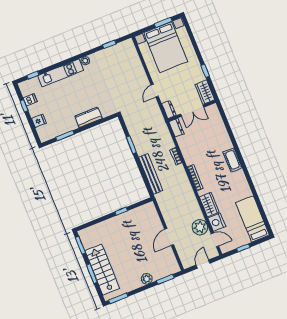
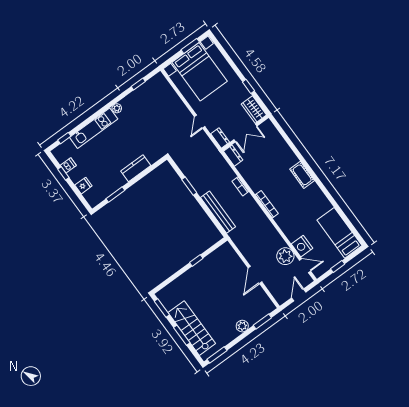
wardrobe: (209, 204) -> (289, 229), removed

